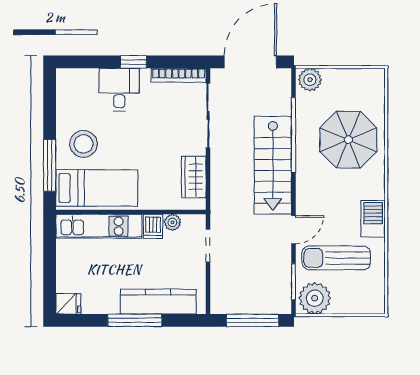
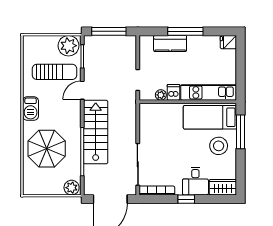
wardrobe: (194, 177) -> (223, 187), moved, turned -90
barbecue: (373, 219) -> (31, 109), moved
kitchen counter: (158, 302) -> (170, 44), width x0.67

